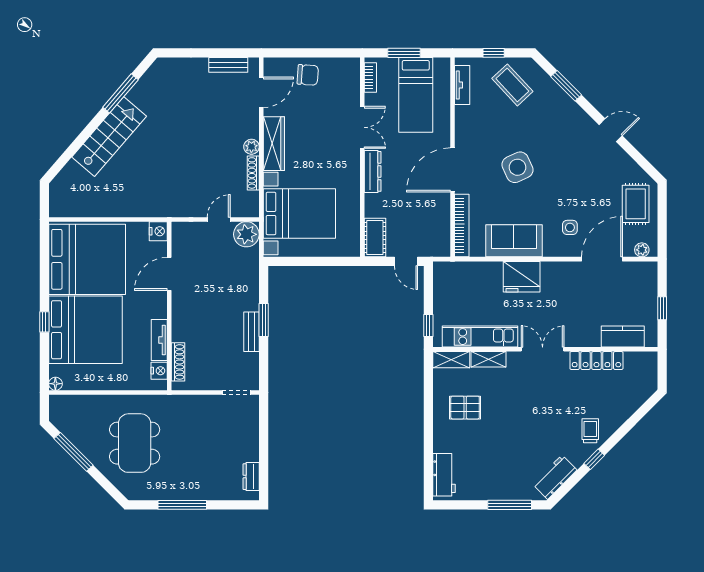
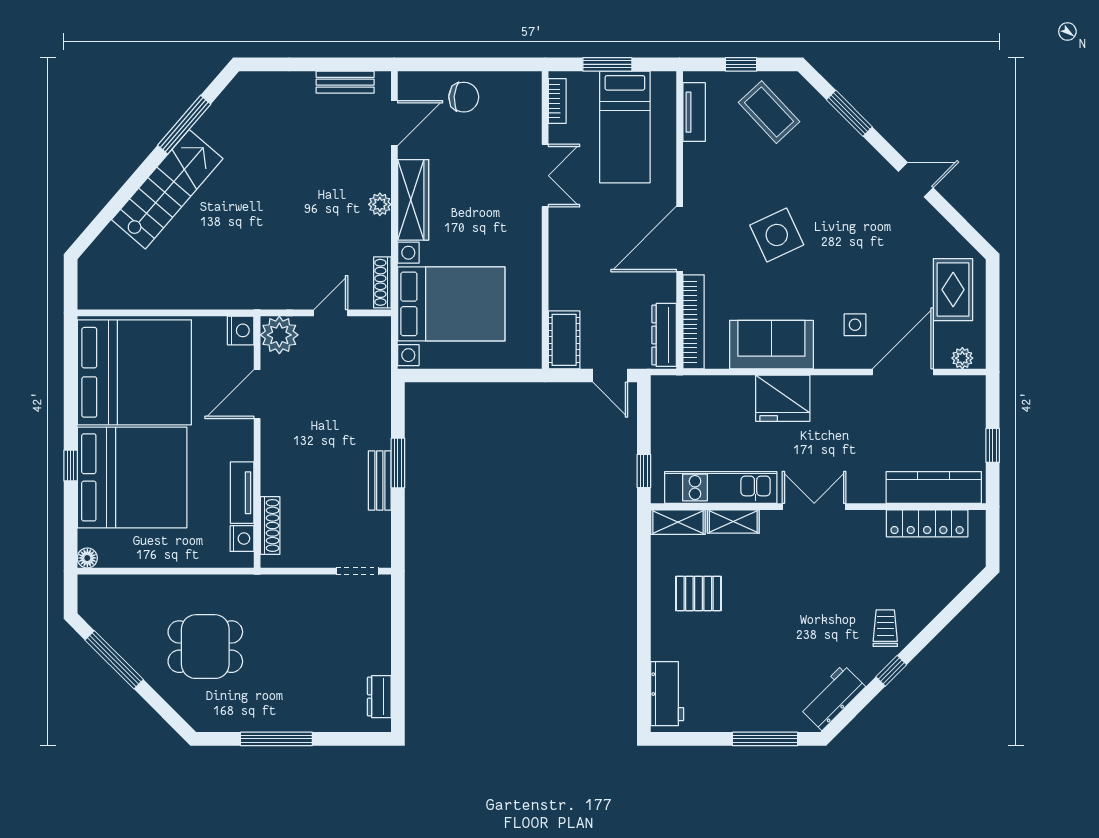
dresser: (373, 171) -> (664, 335), moved, turned 180
shoe rack: (253, 173) -> (382, 282), moved
plant: (246, 234) -> (279, 335), moved
kitchen counter: (623, 336) -> (934, 487), width x1.50
locker: (596, 360) -> (927, 523), moved
dining table: (135, 443) -> (205, 647), width x0.73

